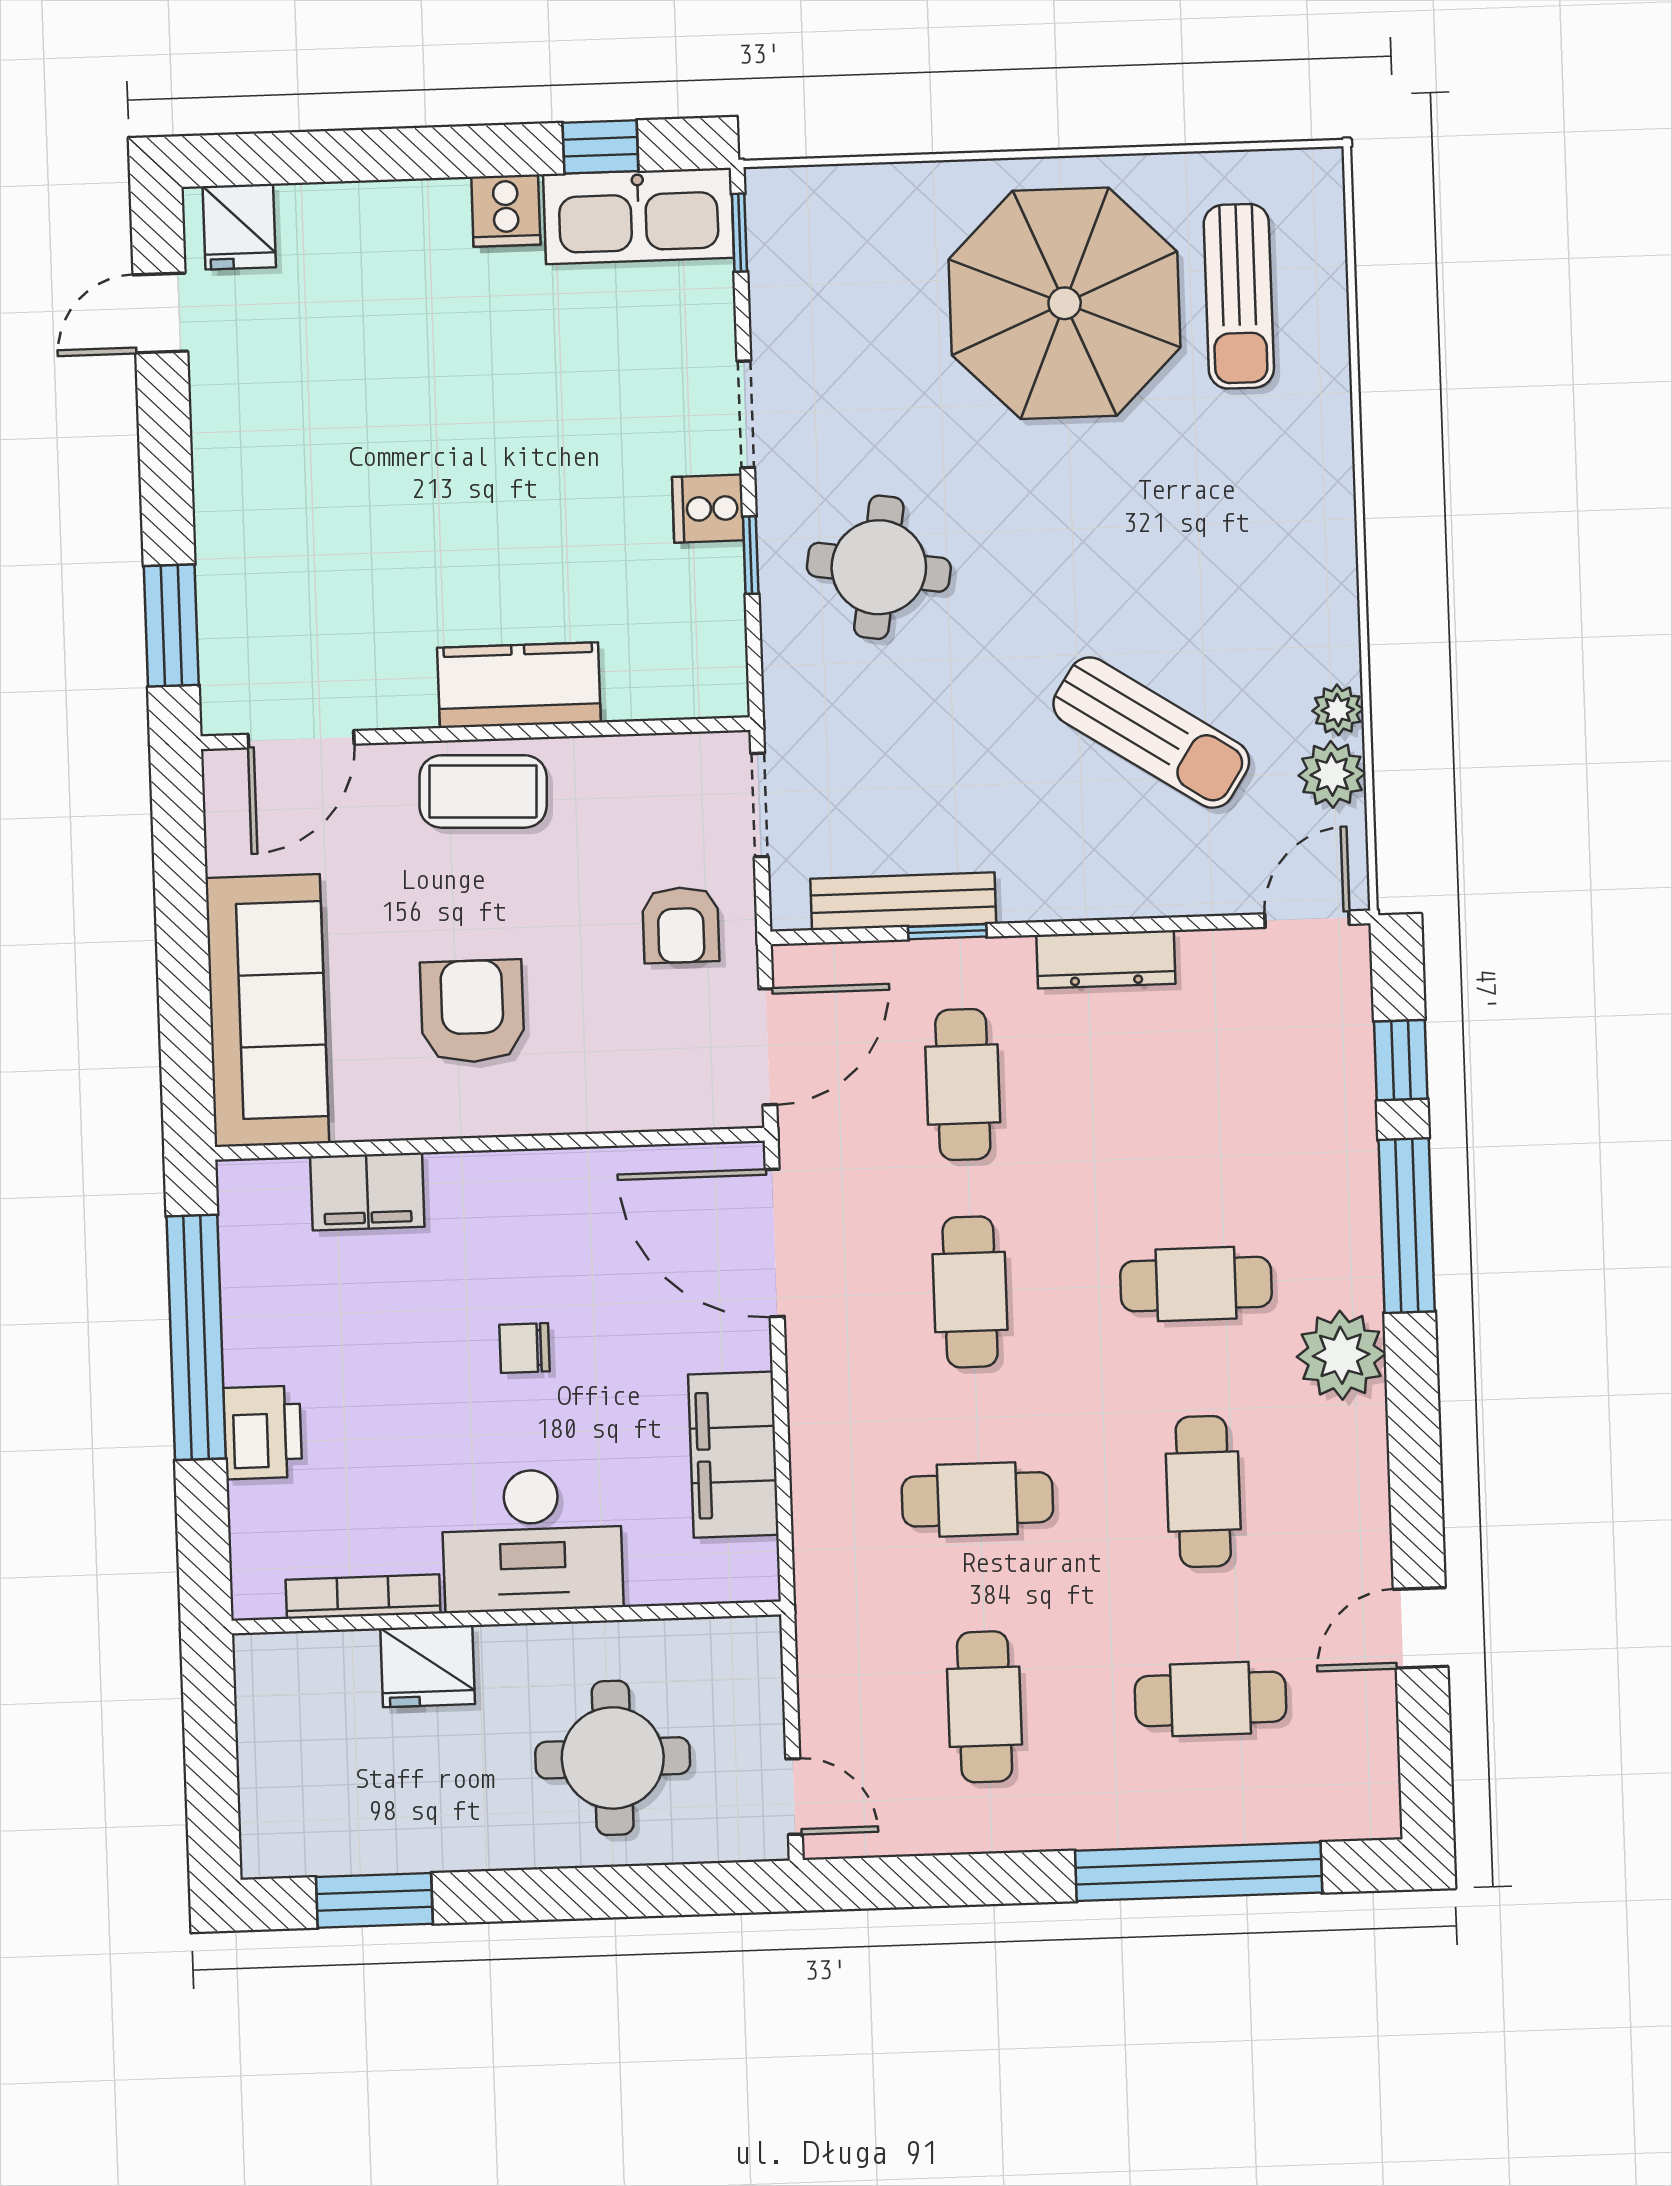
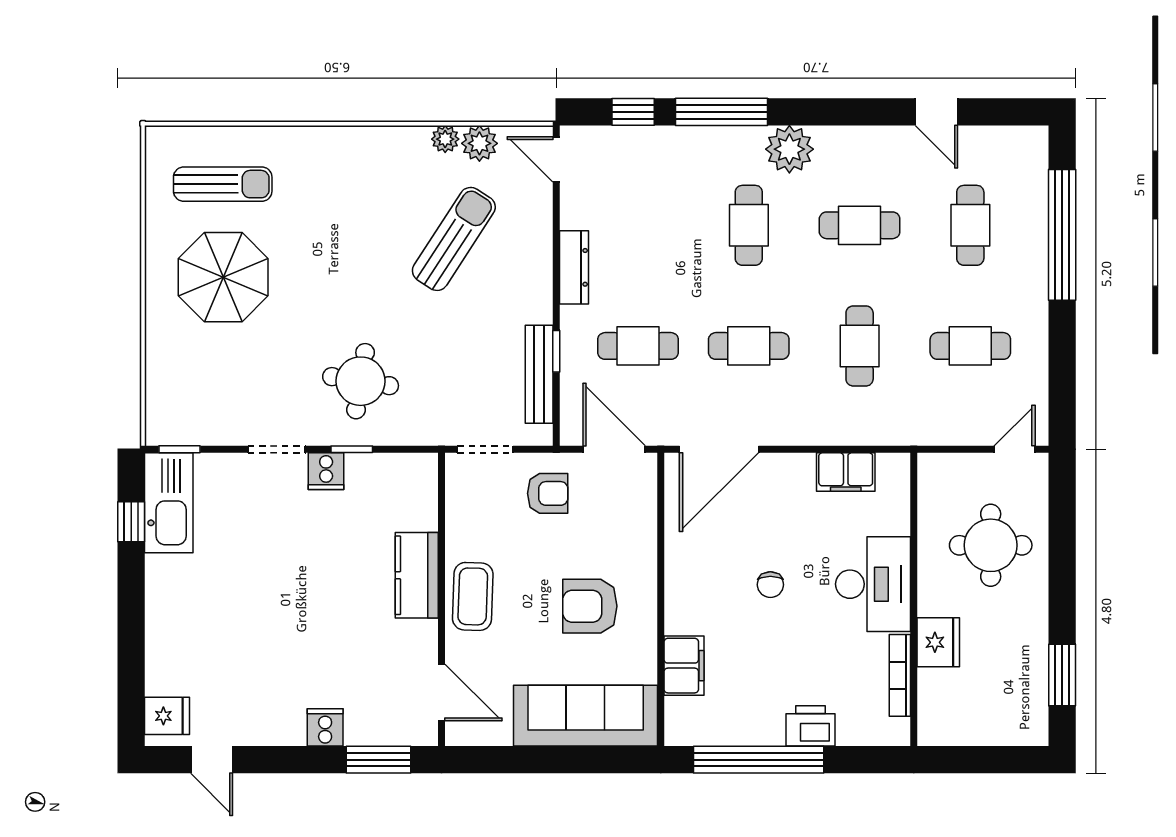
cooker: (506, 211) -> (325, 727), moved, turned -90
parasol: (1065, 303) -> (223, 277), width x0.73, depth x0.73
filing cabinet: (733, 1455) -> (846, 472), width x0.67, depth x0.86

